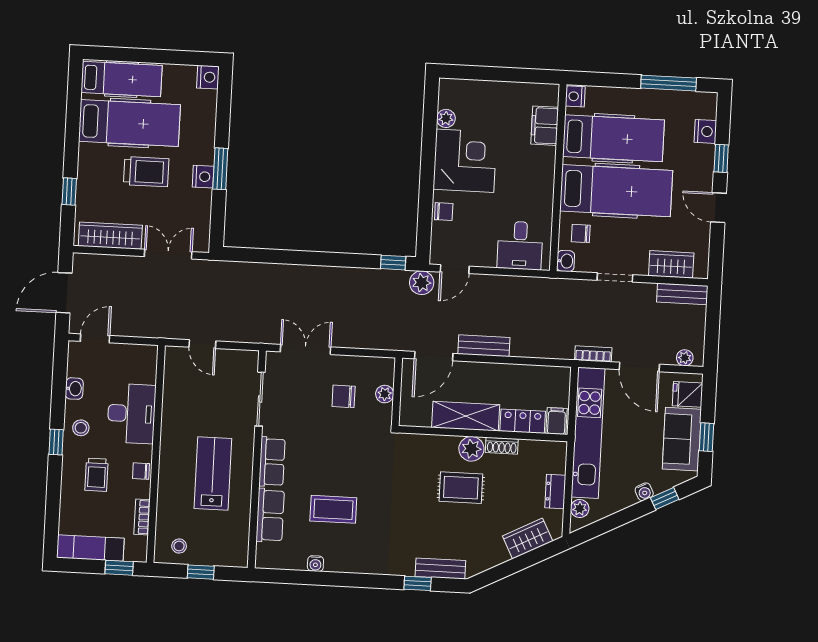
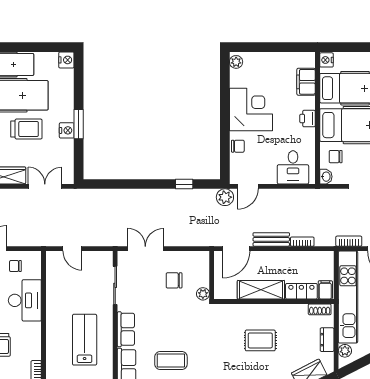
plant: (446, 118) -> (236, 62), moved
printer: (544, 178) -> (307, 119), added
window: (393, 263) -> (184, 184), moved
bookcase: (528, 351) -> (302, 242), added
plant: (385, 394) -> (203, 294), moved
shoe rack: (502, 446) -> (320, 309), moved
plant: (471, 449) -> (266, 313), removed
chair: (141, 471) -> (15, 266), moved

